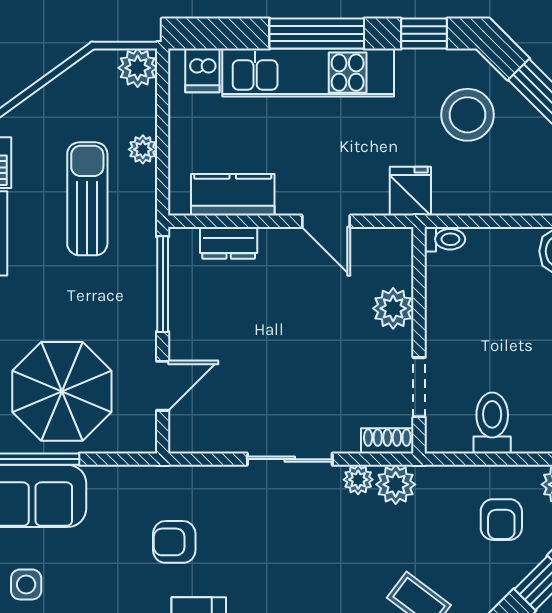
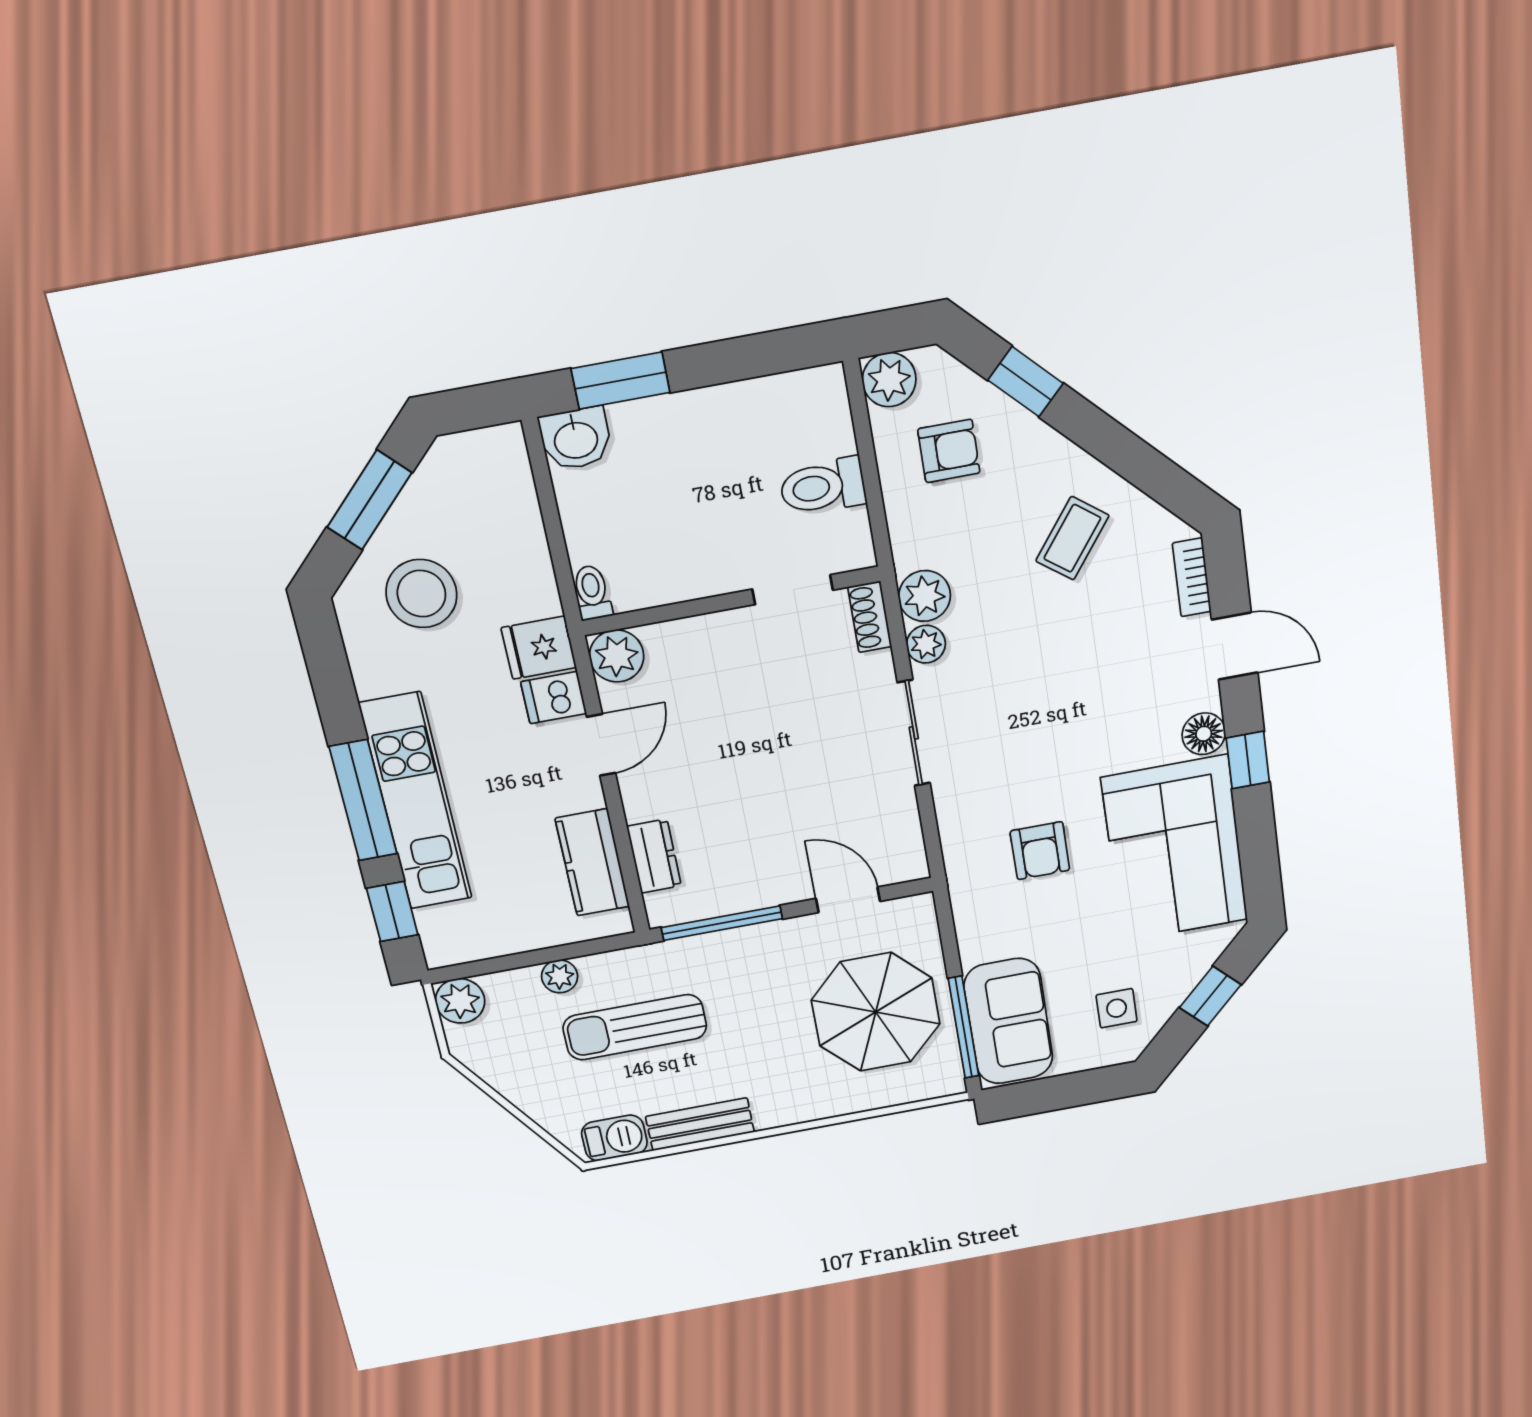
window: (424, 34) -> (392, 912), moved
dishwasher: (202, 70) -> (554, 698), moved, turned 180
plant: (393, 308) -> (617, 656), moved

